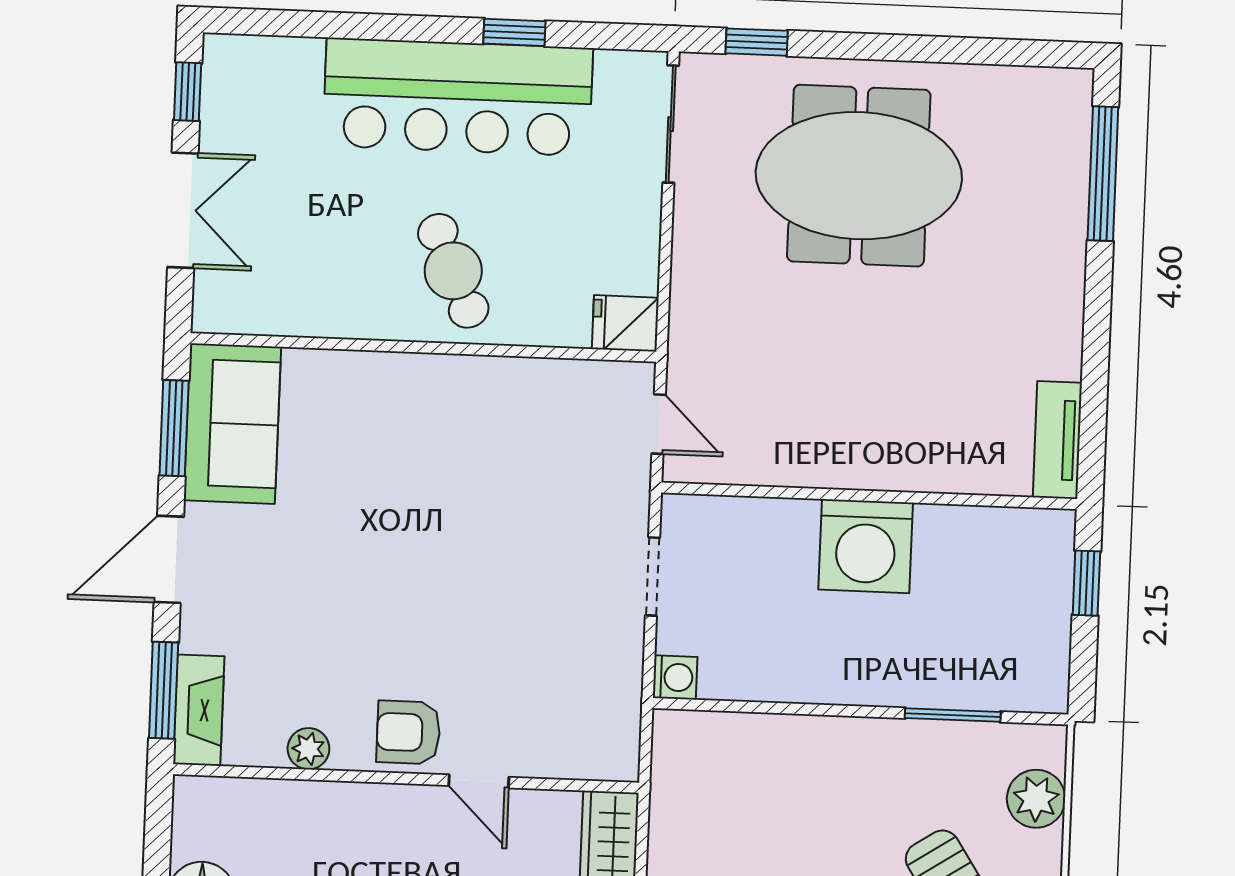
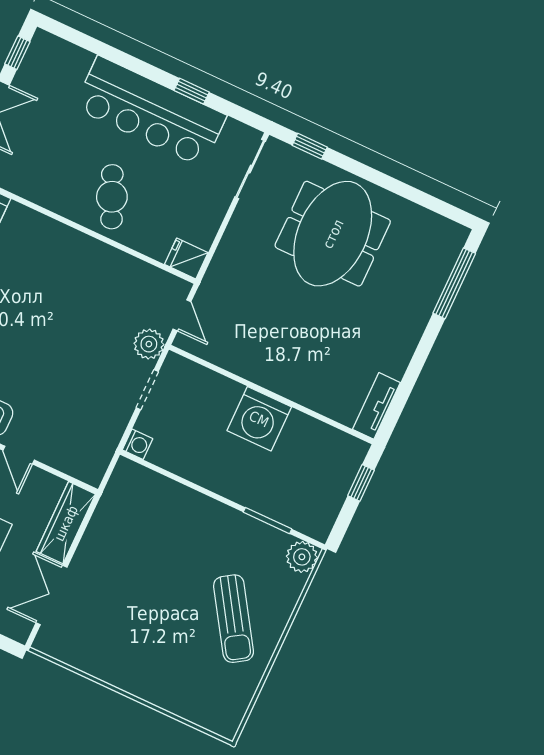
meeting table: (859, 176) -> (333, 234), turned 90
plant: (623, 497) -> (149, 344), added
plant: (1036, 799) -> (302, 557), moved

